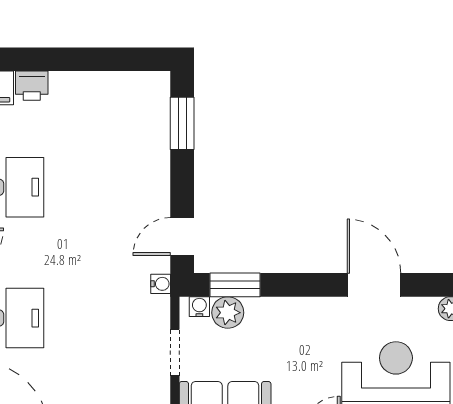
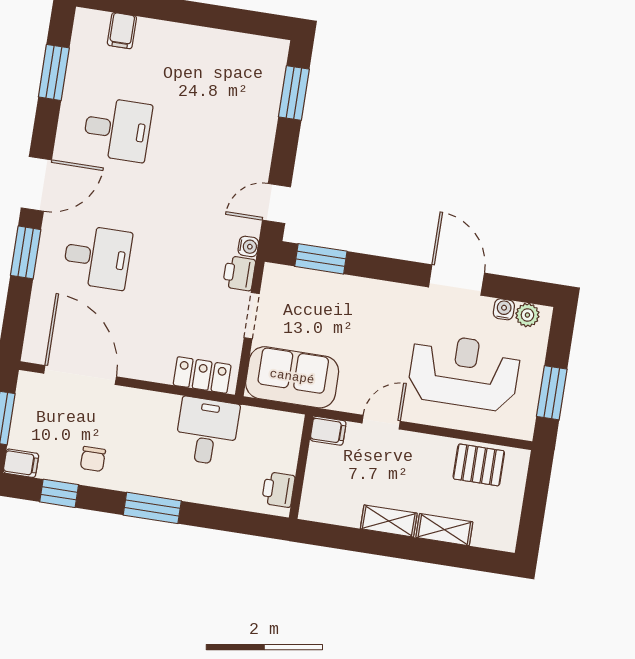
printer: (32, 86) -> (239, 273), moved, turned 90
water cooler: (199, 307) -> (504, 309), moved
plant: (228, 313) -> (309, 285), removed

